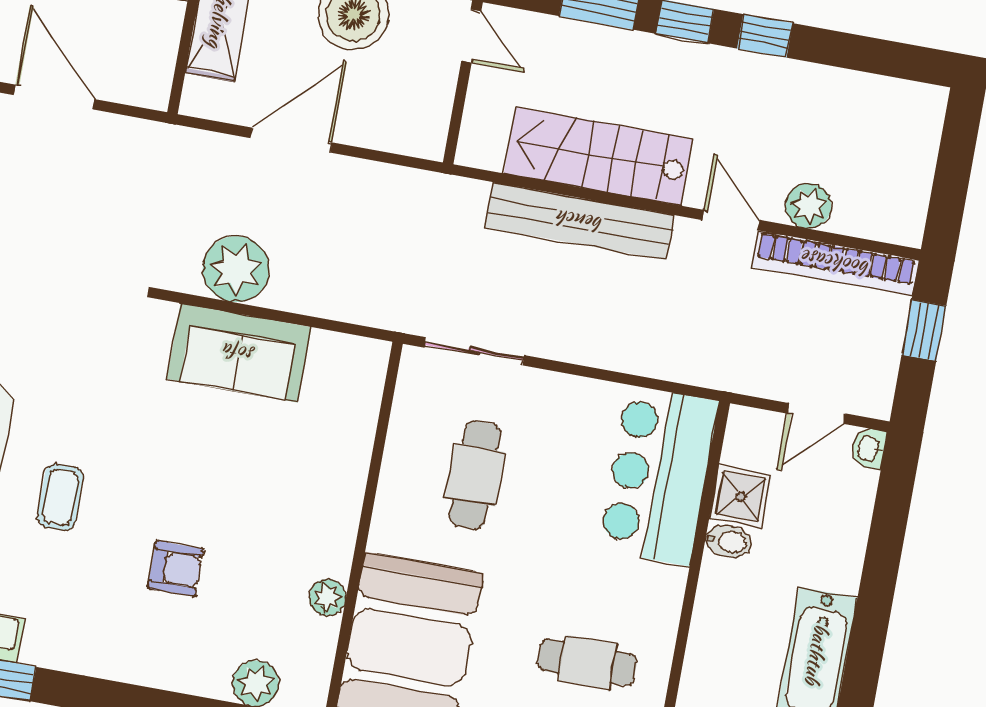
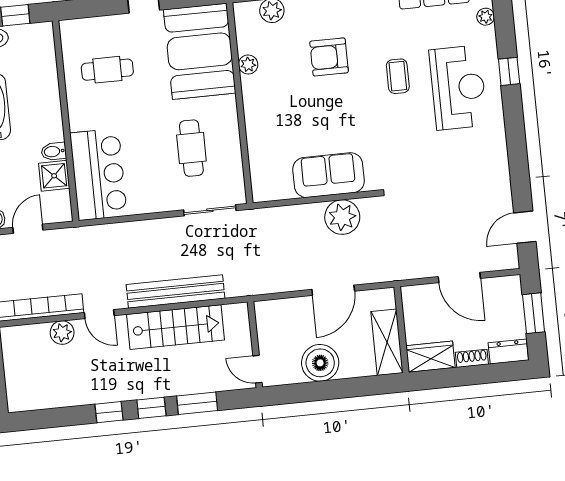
armchair: (176, 569) -> (329, 57), width x1.38, depth x1.38

